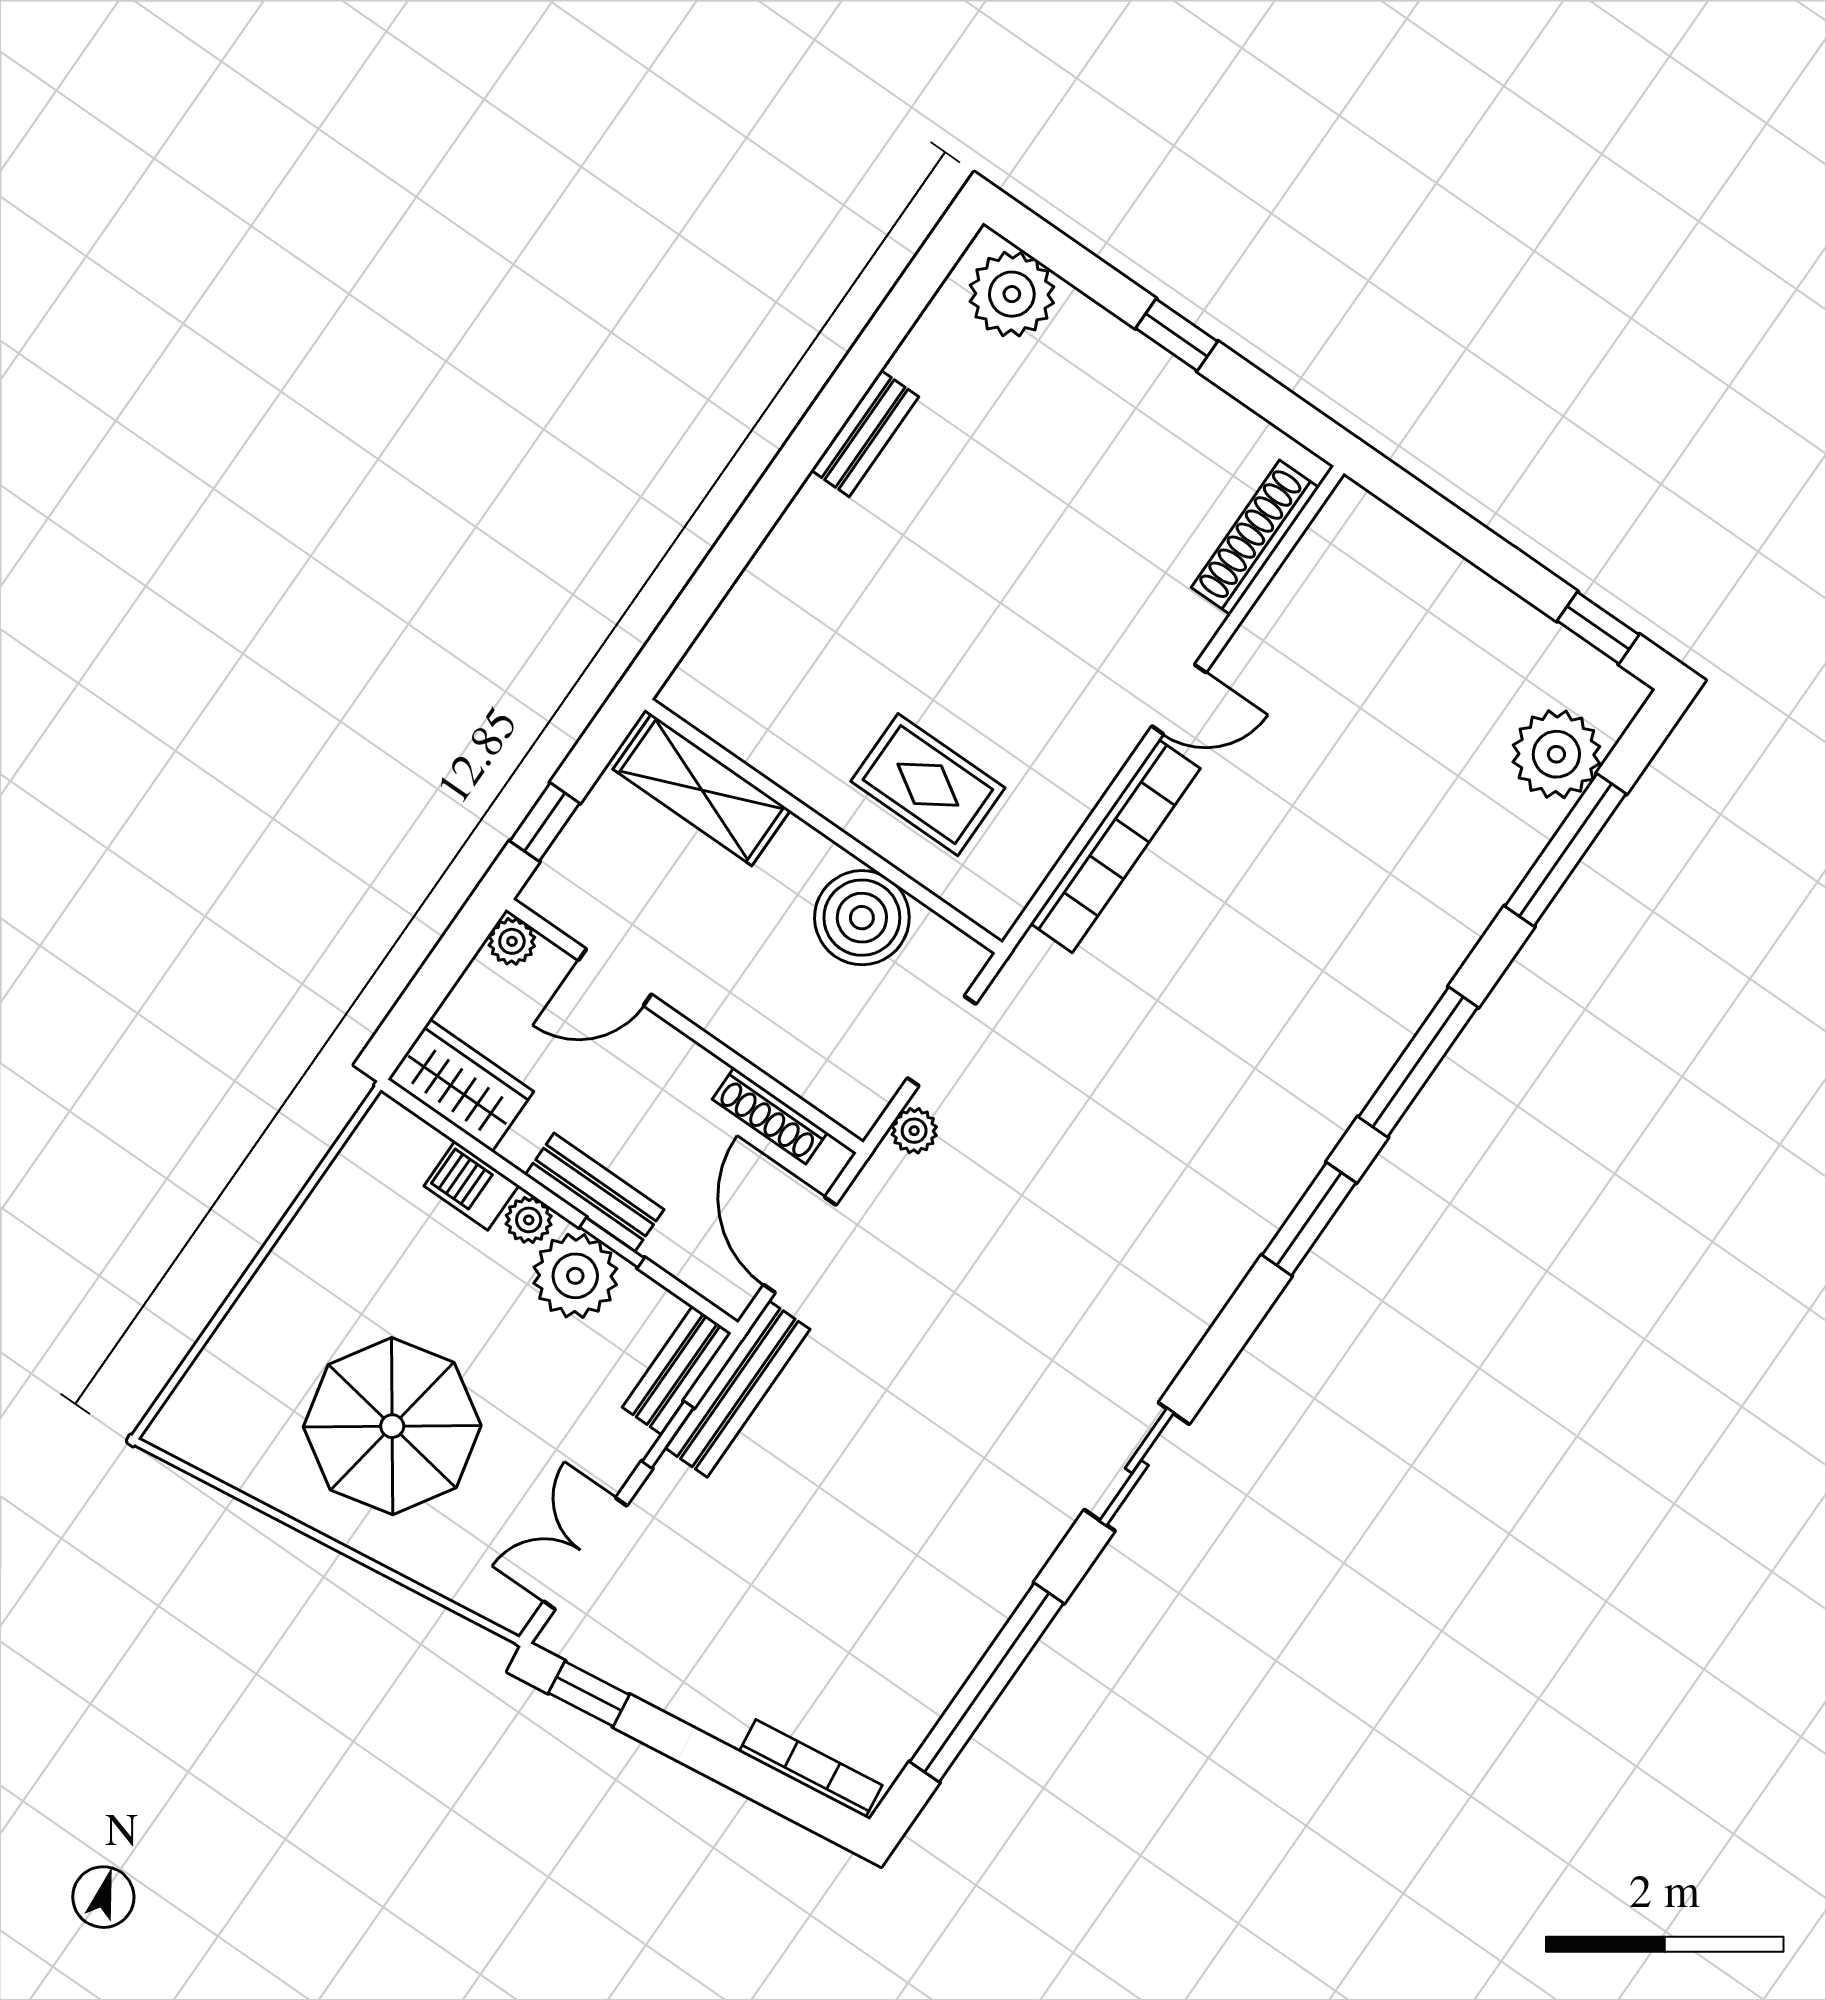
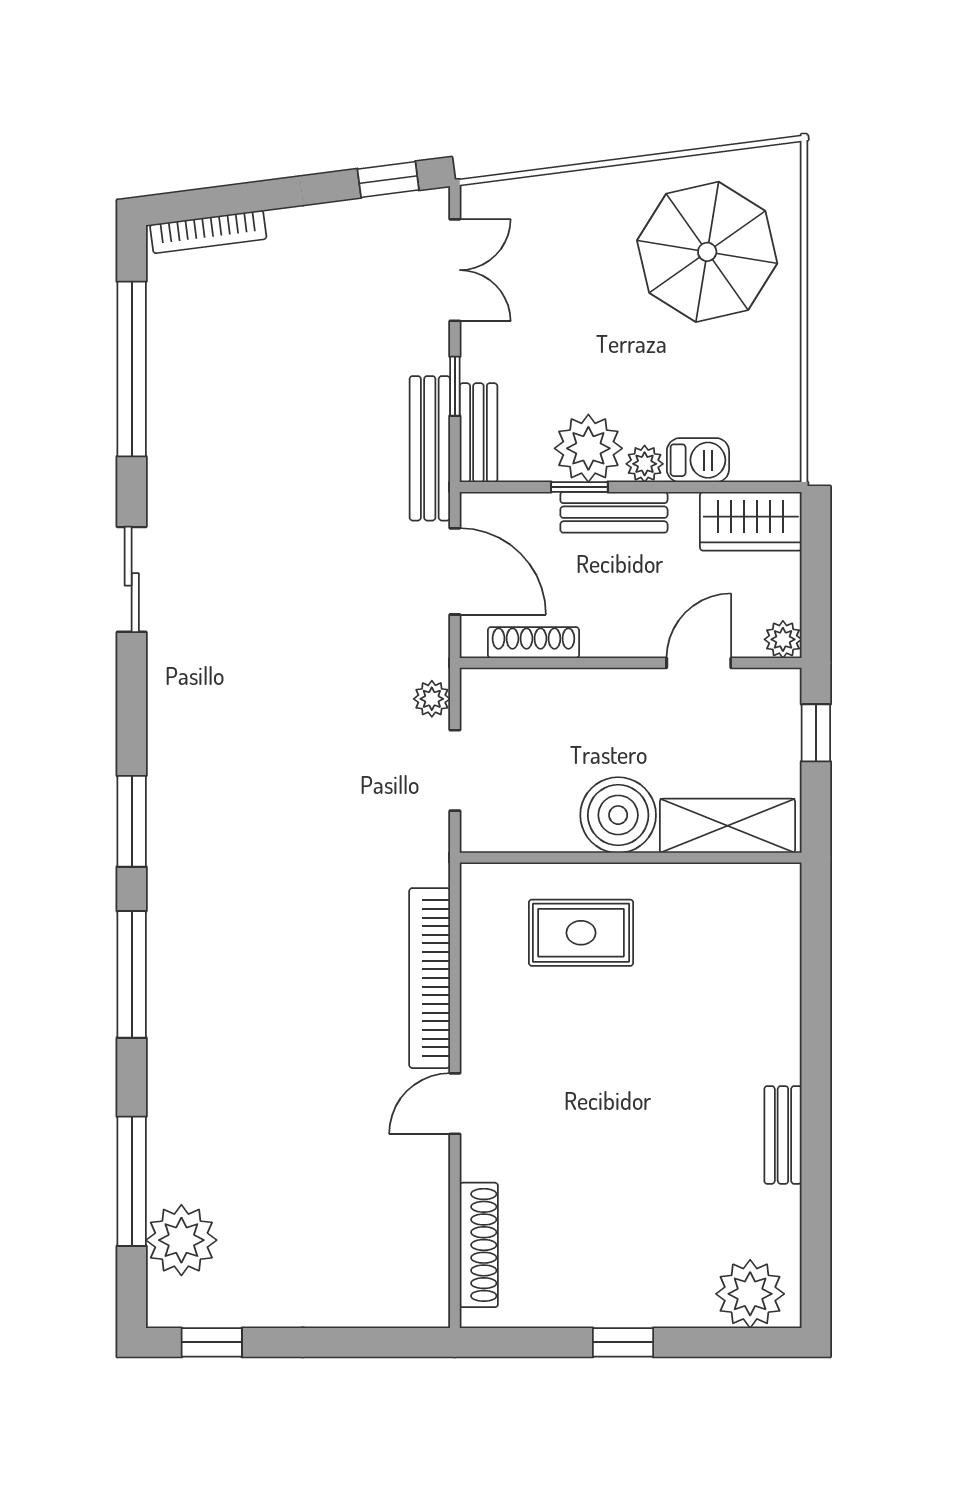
boiler: (862, 918) -> (618, 815), moved
parasol: (392, 1426) -> (707, 252), moved

